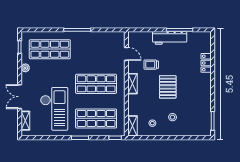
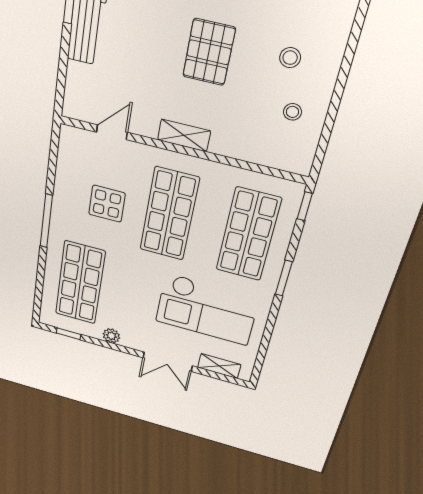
display table: (93, 56) -> (107, 204), added
trolley: (151, 65) -> (146, 80), removed
pallet: (168, 87) -> (209, 52), turned 90
checkout: (54, 109) -> (207, 309), turned 180
shelving: (132, 126) -> (287, 160), removed

